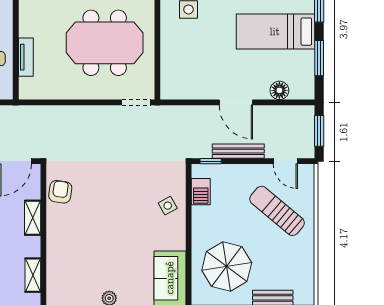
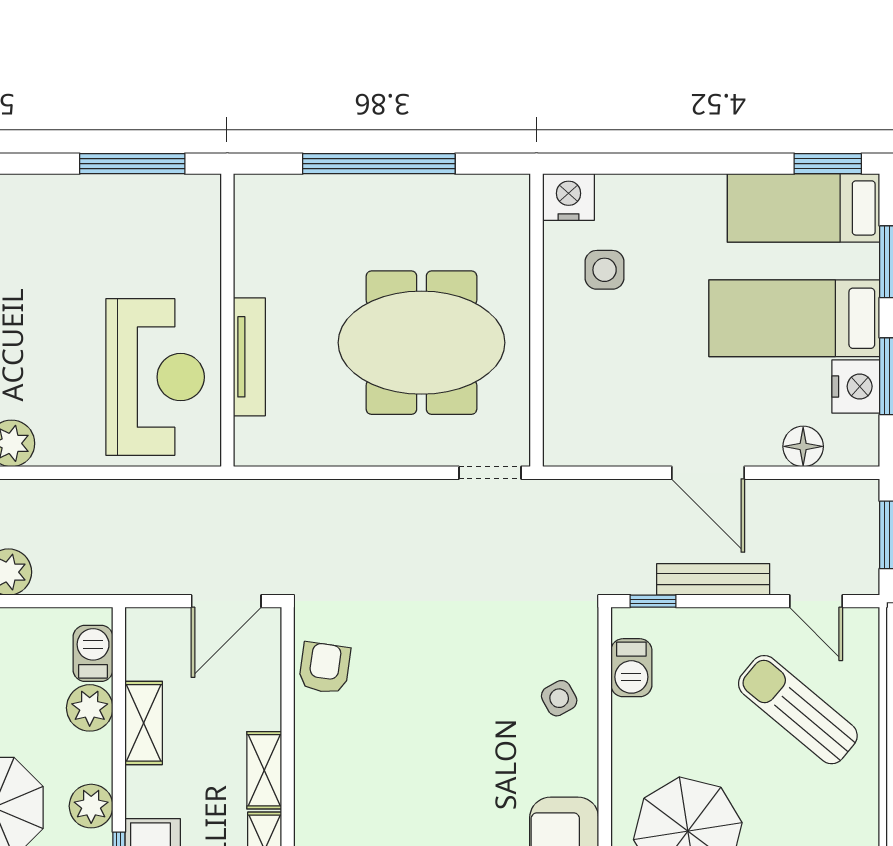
tv unit: (26, 57) -> (249, 357), width x1.41
nightstand: (304, 63) -> (856, 386), added
shelving: (33, 218) -> (264, 770), moved

